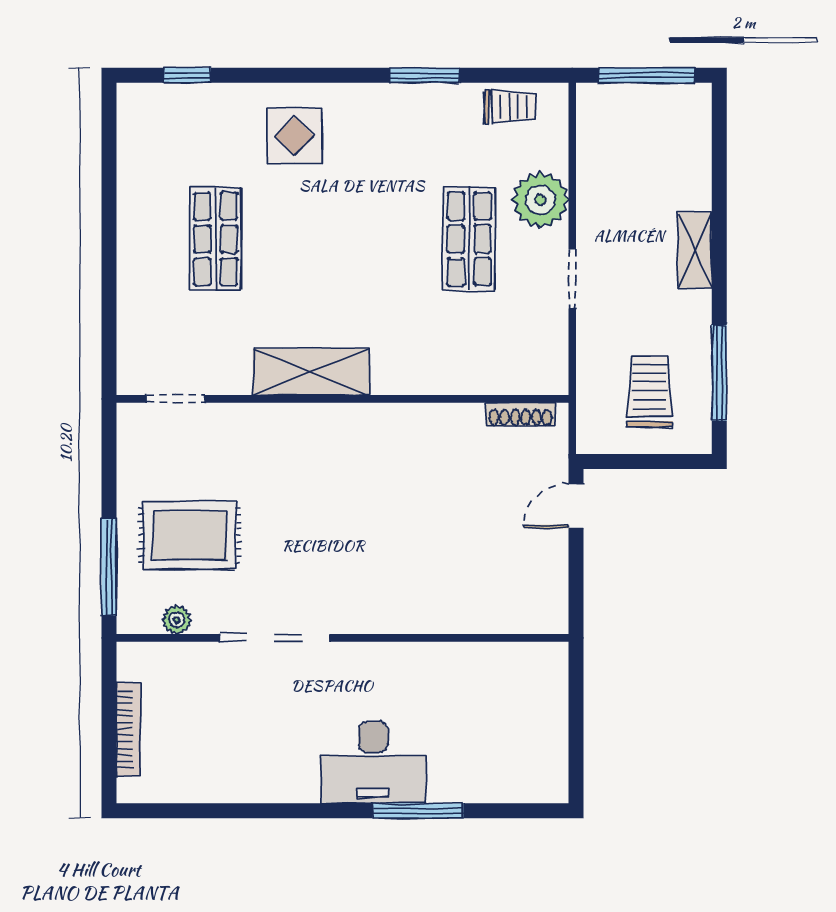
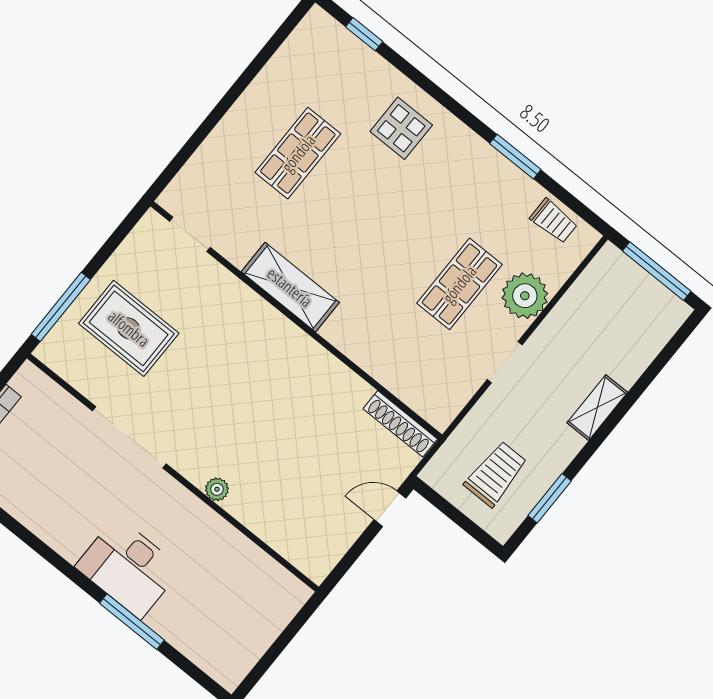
window: (719, 373) -> (550, 498), width x0.69
shoe rack: (521, 414) -> (400, 424), width x1.36, depth x1.24
plant: (177, 620) -> (217, 489), moved

